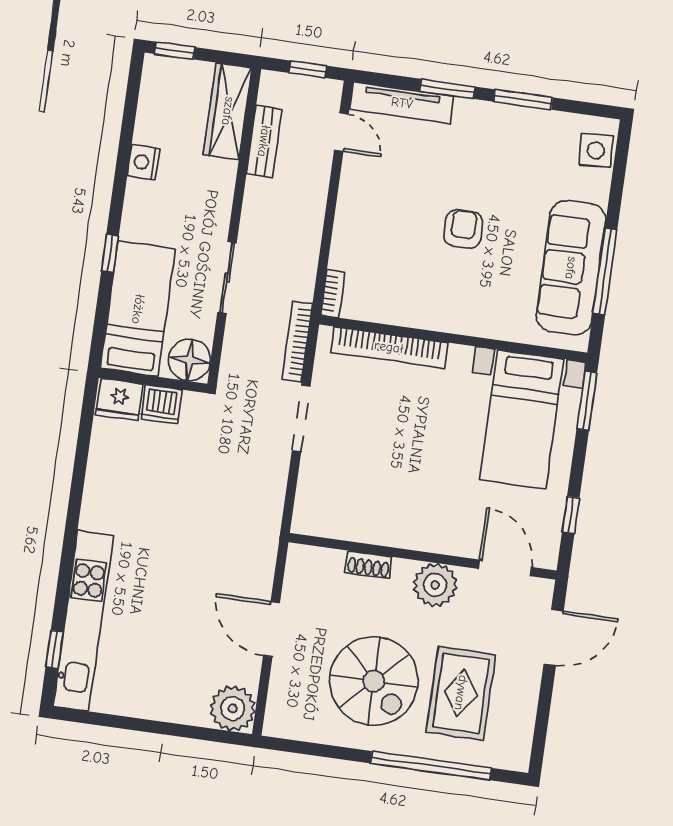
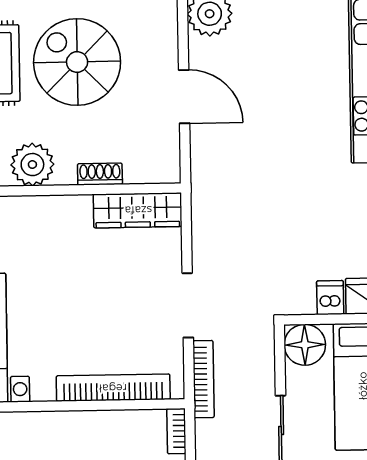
dishwasher: (162, 404) -> (330, 298), width x0.73
wardrobe: (337, 522) -> (138, 210), added

